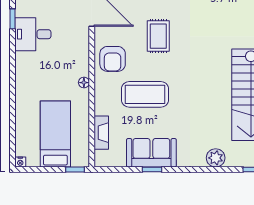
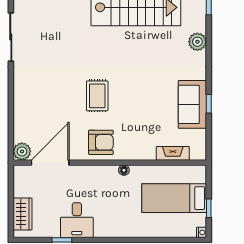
rug: (158, 36) -> (97, 96), moved, turned 90
coffee table: (145, 94) -> (135, 111), removed
window: (75, 169) -> (209, 208), moved

